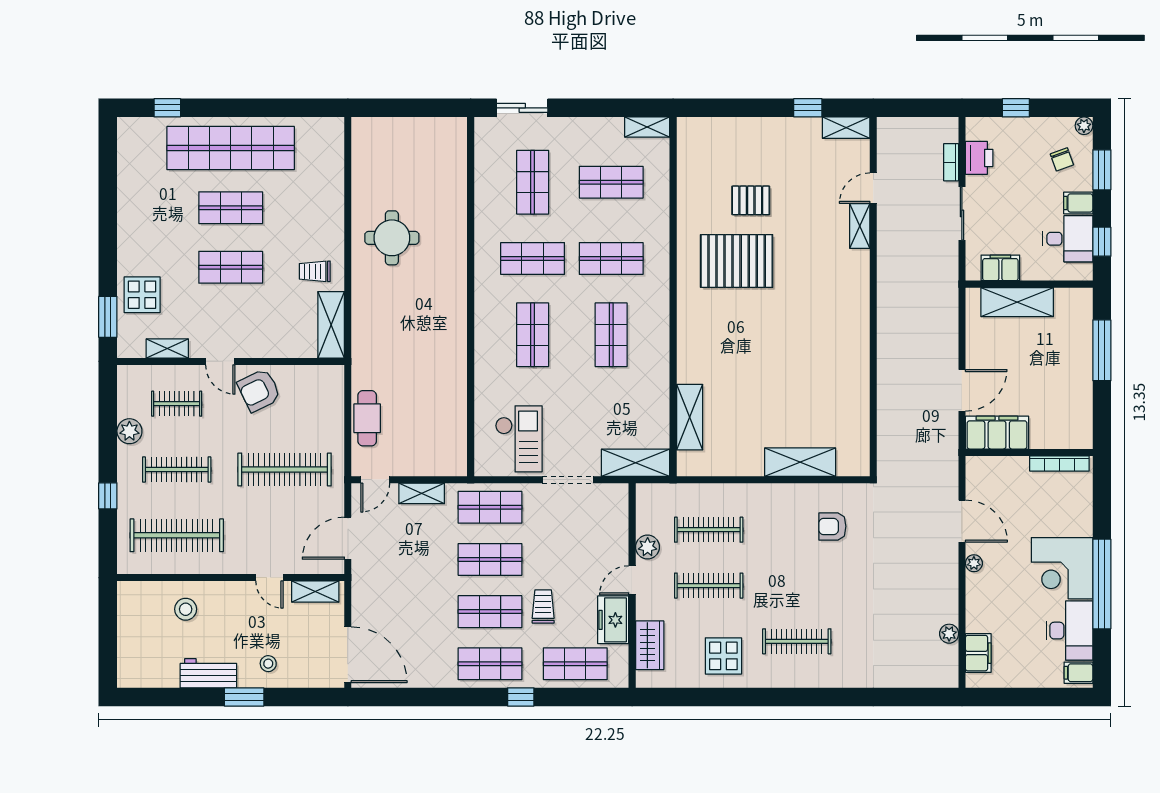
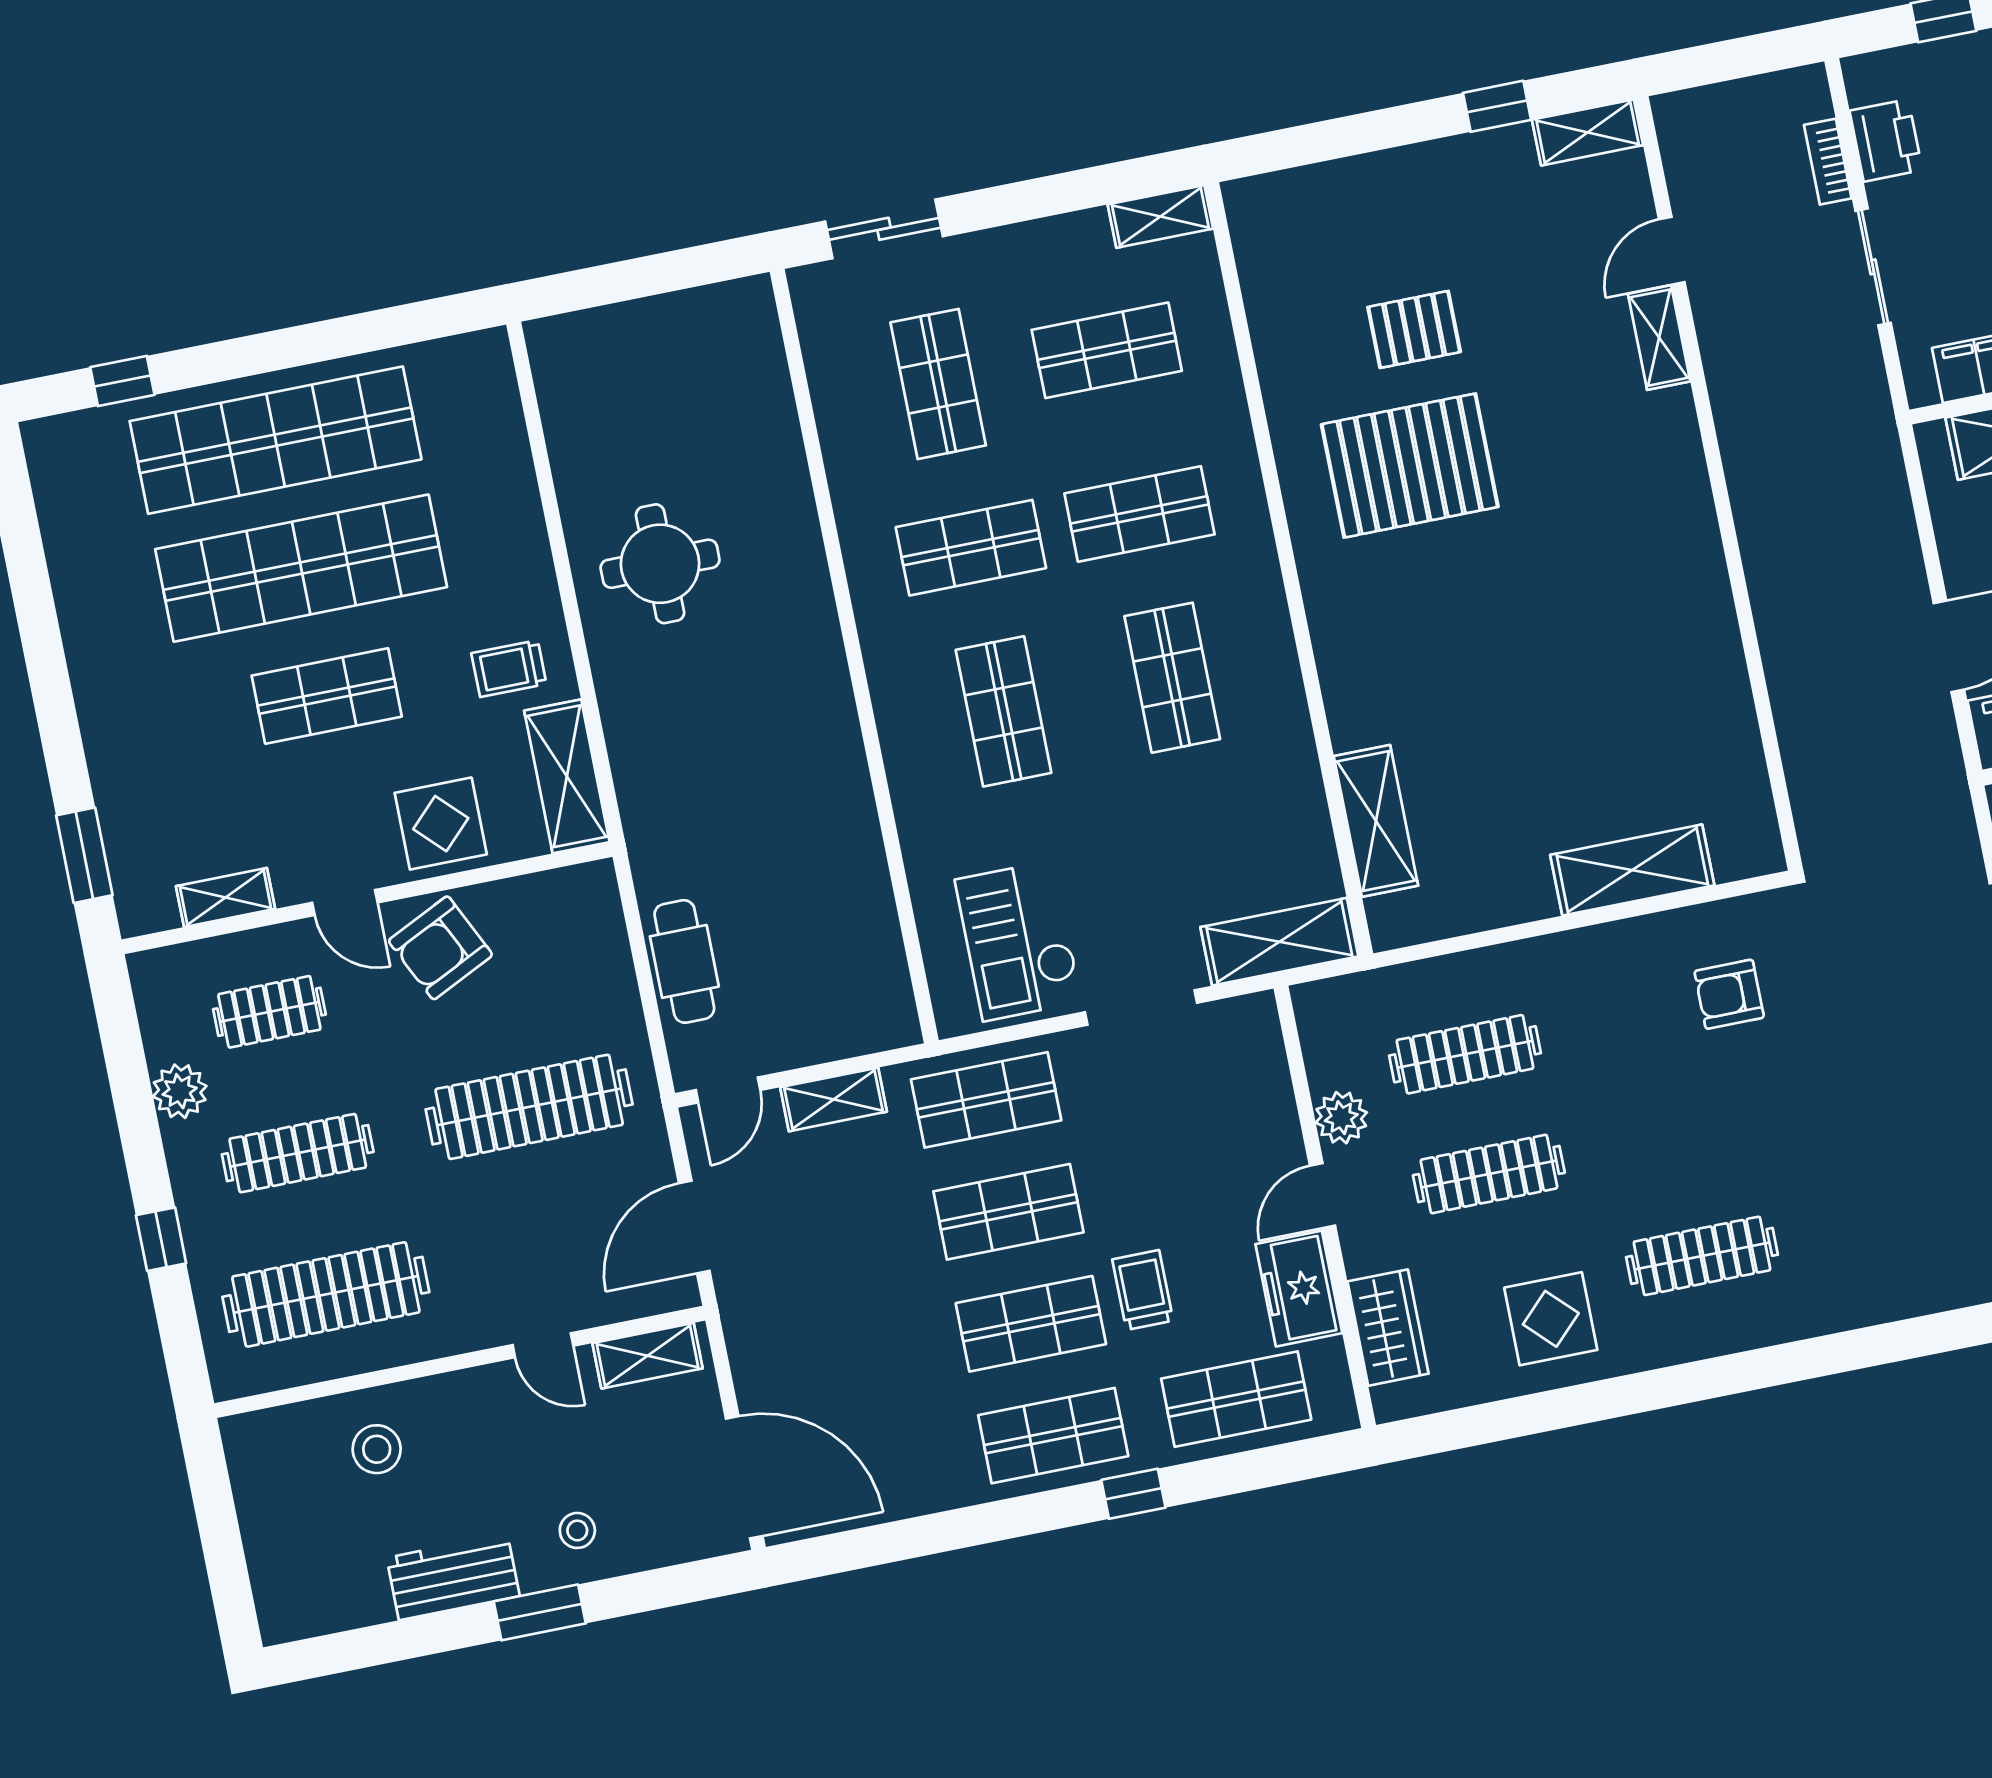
shop shelf: (231, 208) -> (301, 568), width x2.00, depth x1.36
display table: (142, 295) -> (441, 824), moved
checkout: (519, 439) -> (1019, 941), turned 180

